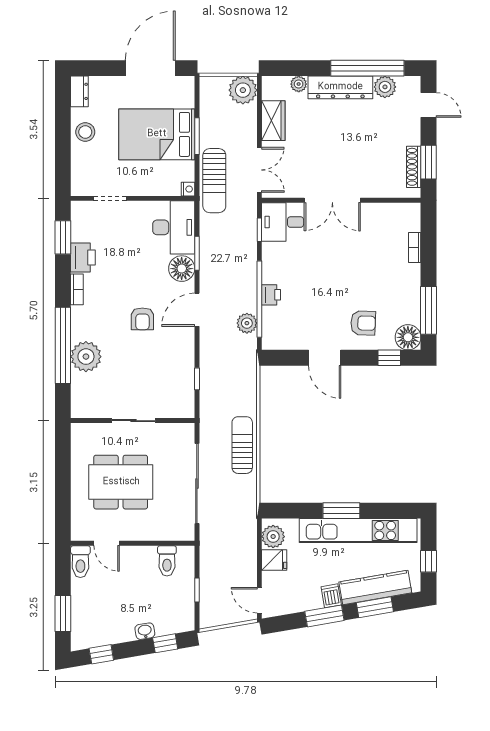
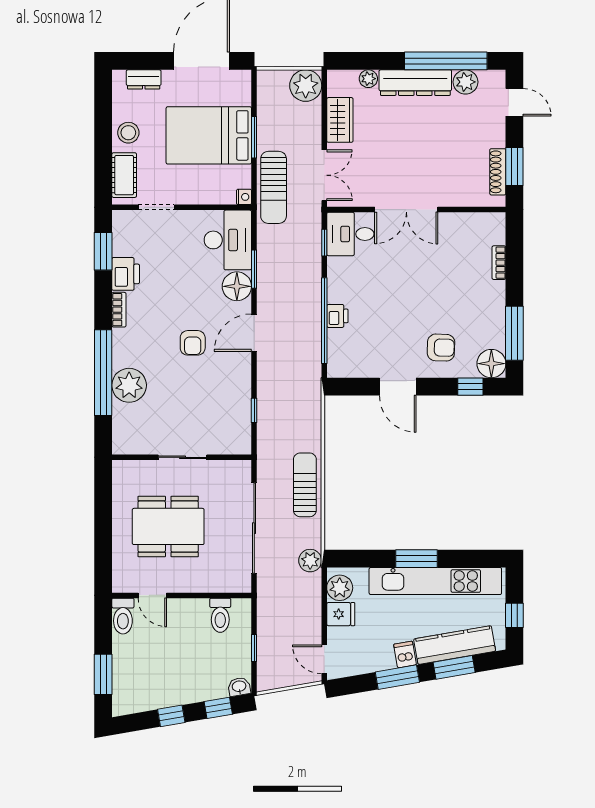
dresser: (79, 91) -> (144, 79), moved, turned 90
cot: (82, 170) -> (124, 175), added
plant: (247, 323) -> (310, 561), moved
washbasin: (145, 631) -> (239, 687), moved
window: (101, 654) -> (171, 716), moved

